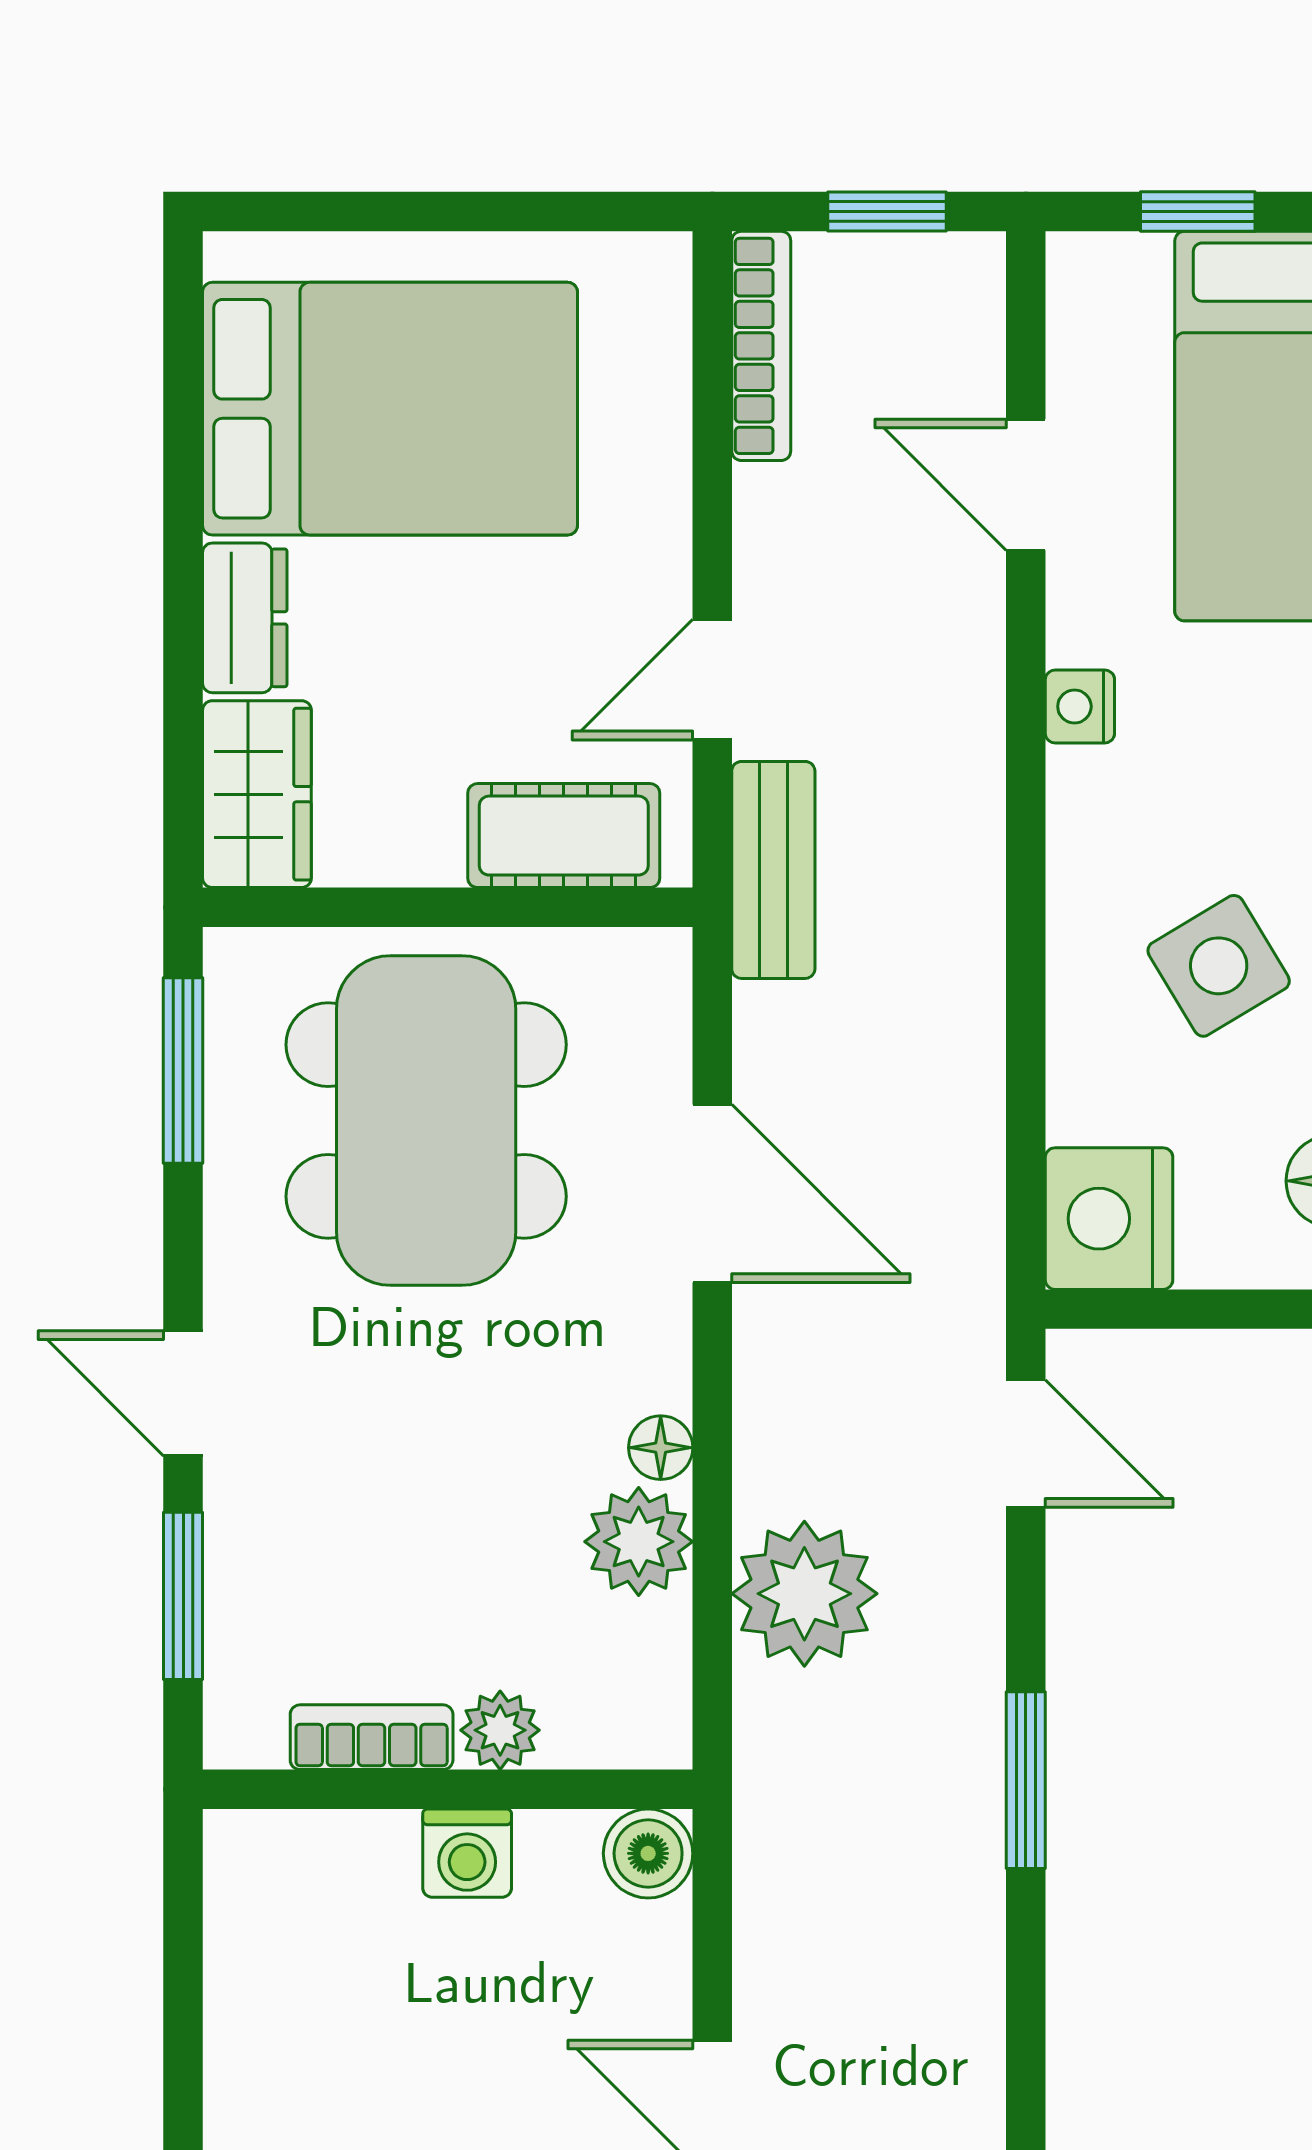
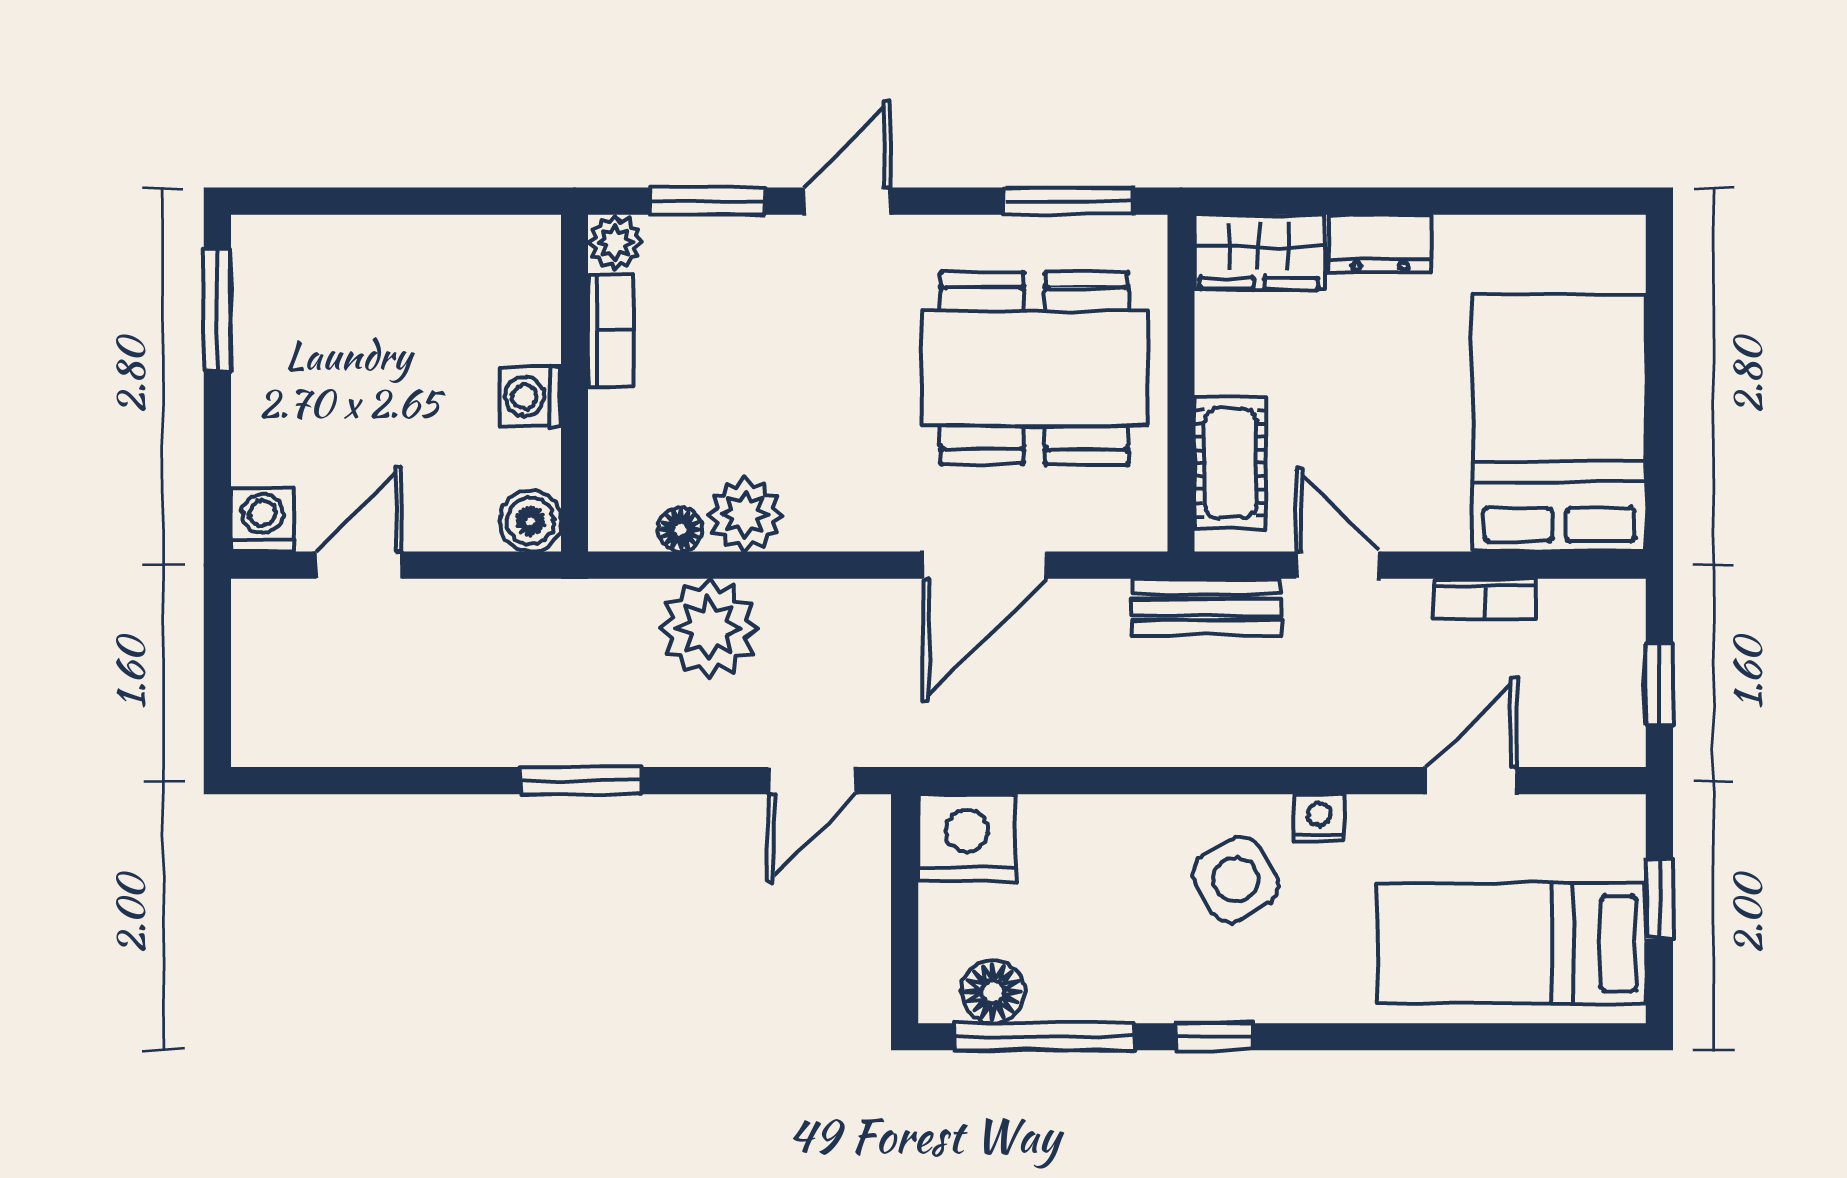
bookcase: (761, 346) -> (1484, 599), moved, width x0.64
bed: (390, 409) -> (1559, 423), moved, turned 180
side table: (1219, 966) -> (1236, 879), moved
floor lamp: (661, 1448) -> (680, 530), moved
plant: (500, 1730) -> (615, 242), moved

